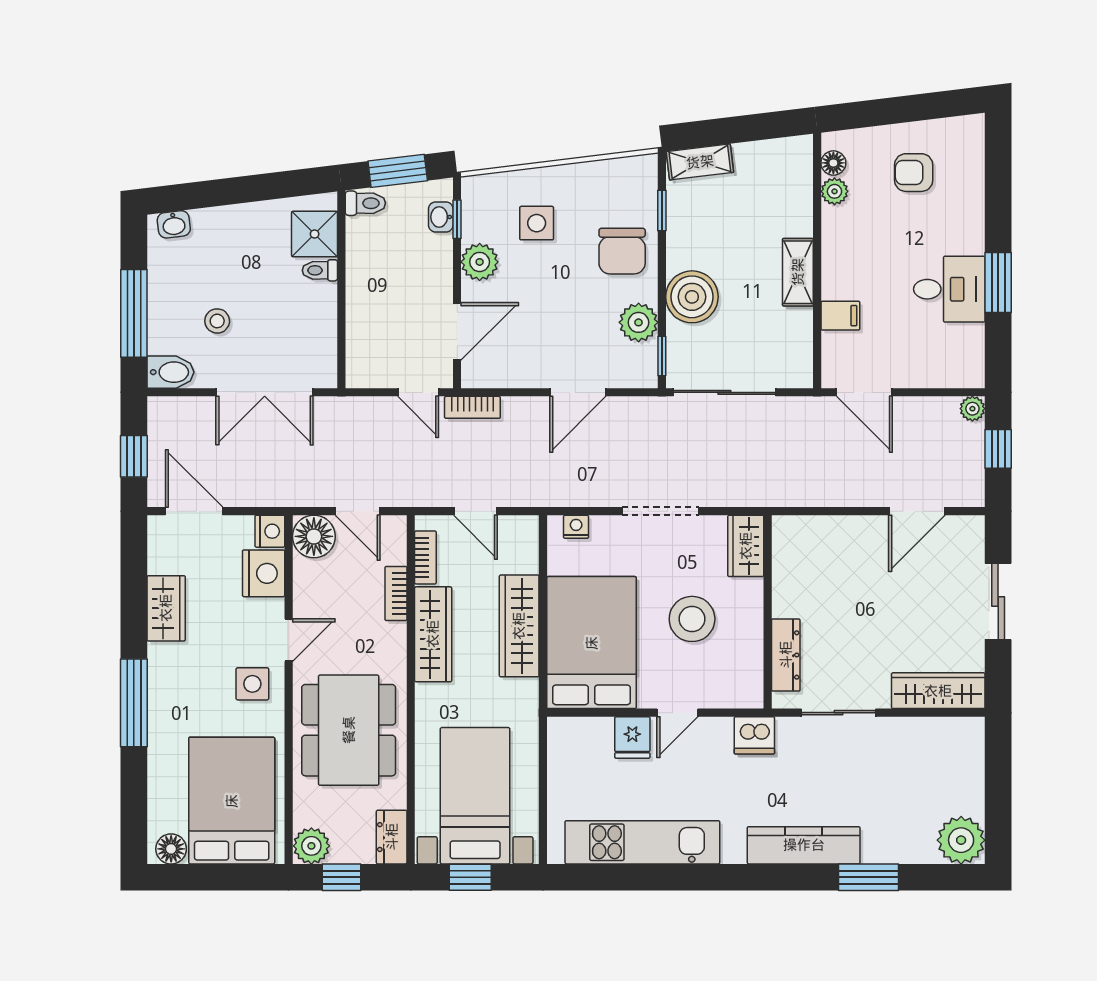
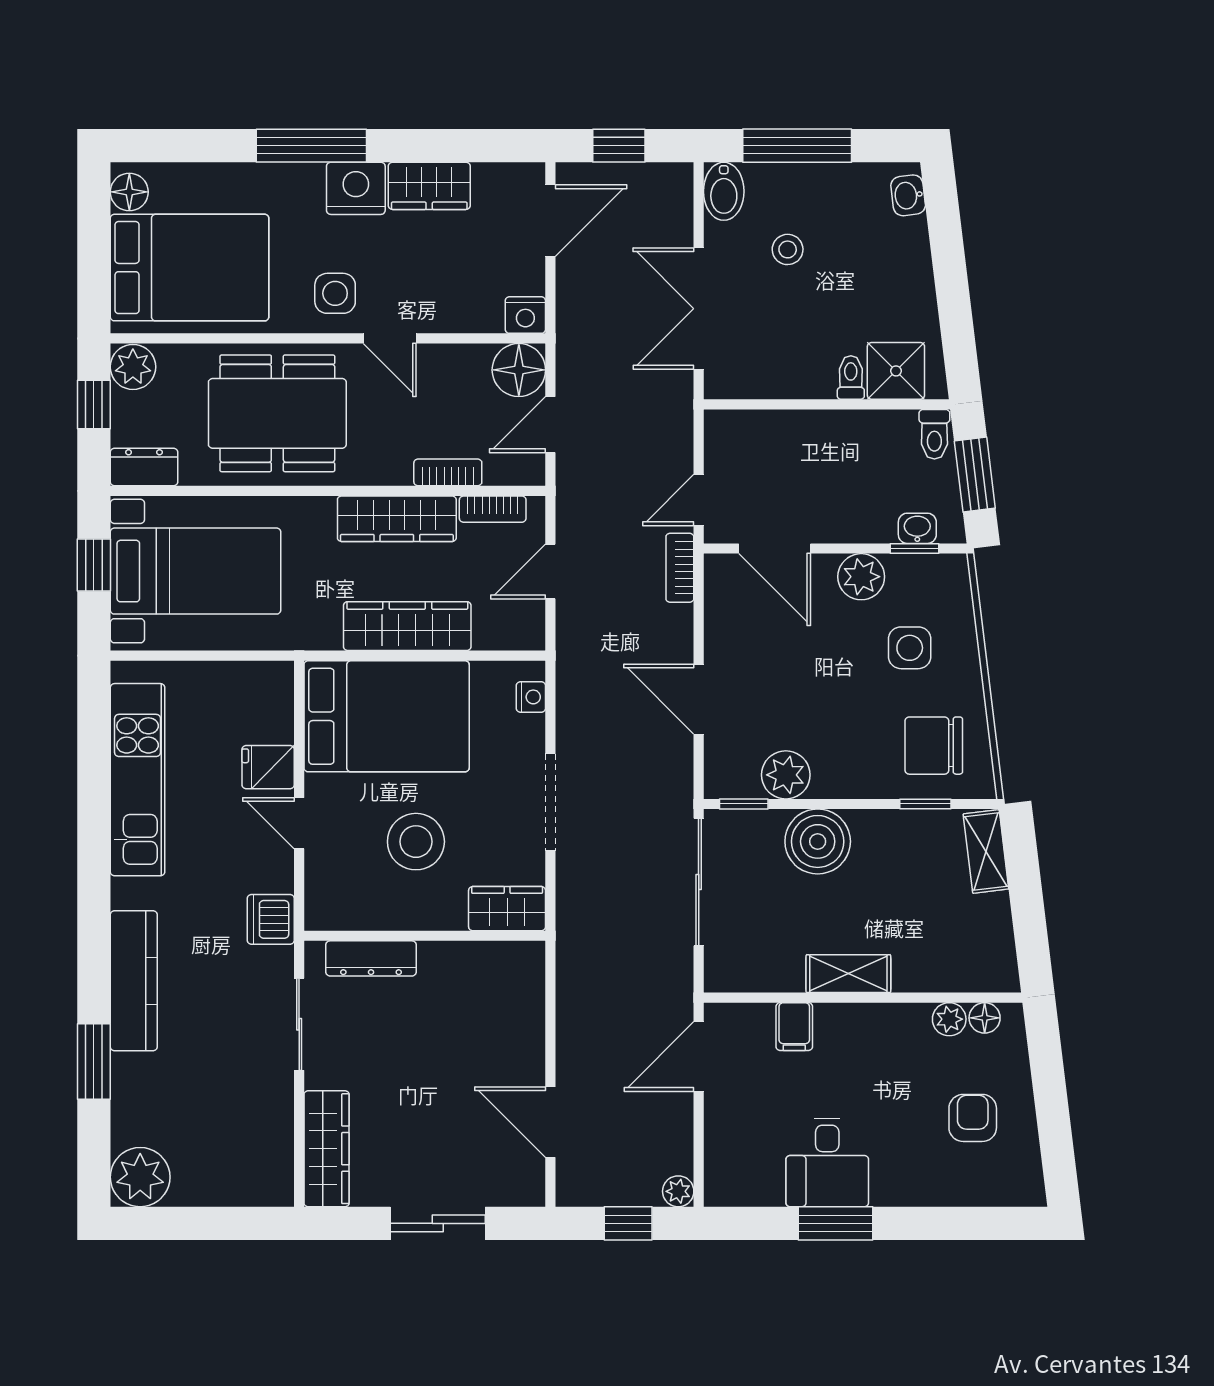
chair: (622, 251) -> (934, 746), moved
nightstand: (264, 573) -> (356, 188), moved, turned 180

